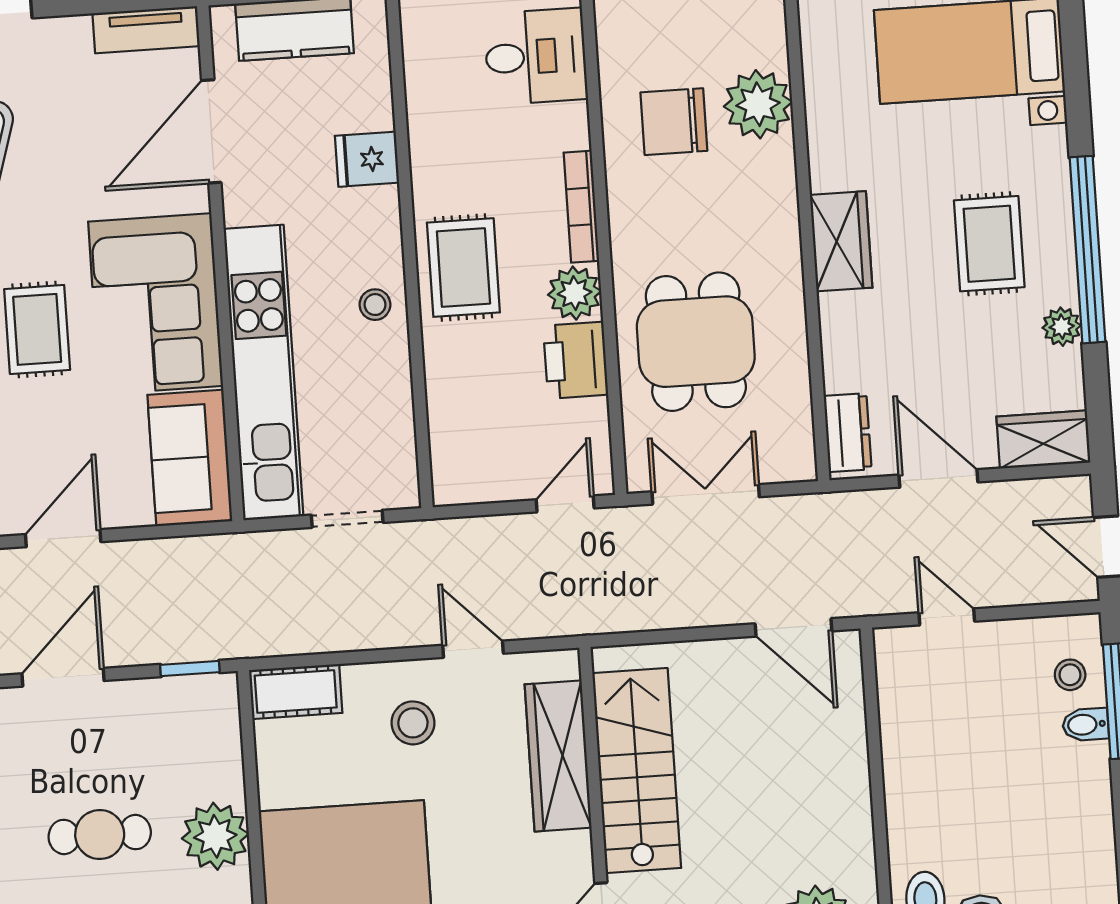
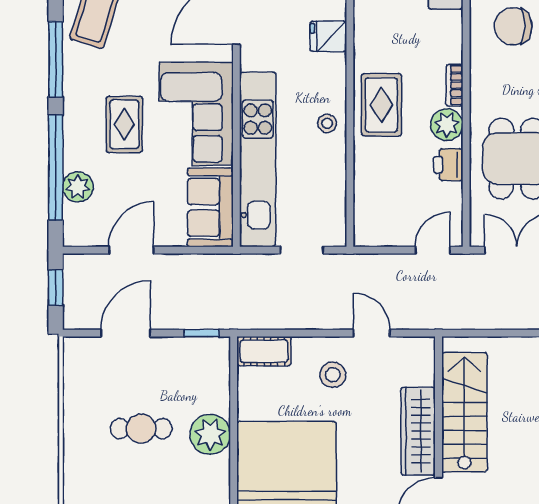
bookcase: (581, 207) -> (454, 85), width x0.64
printer: (576, 360) -> (448, 165), width x0.73, depth x0.81
wardrobe: (558, 756) -> (418, 431), moved

